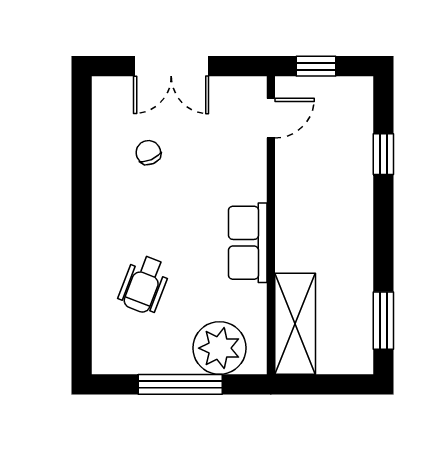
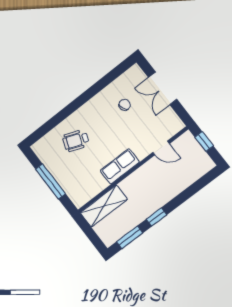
door: (271, 118) -> (161, 148), moved
window: (383, 154) -> (156, 217), moved
plant: (219, 348) -> (74, 185), removed

